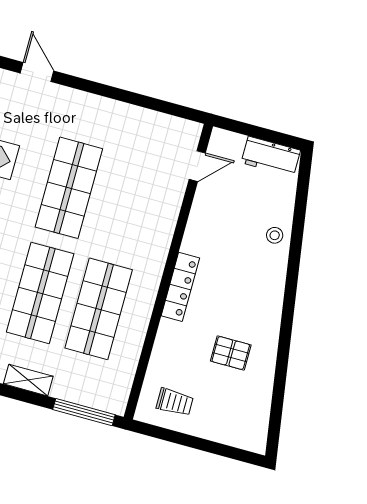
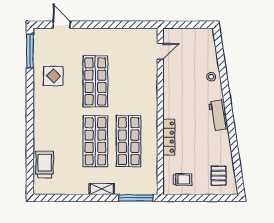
workbench: (271, 156) -> (218, 115), moved, turned 81
locker: (180, 287) -> (169, 137), moved
pallet: (231, 353) -> (219, 176), moved, turned 90

